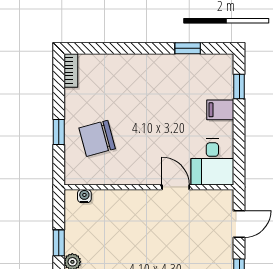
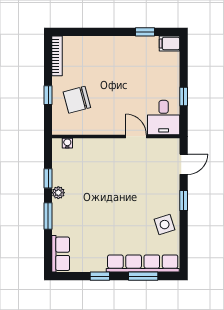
bookcase: (71, 70) -> (57, 56), width x1.56
window: (239, 86) -> (184, 96), moved
filing cabinet: (220, 110) -> (170, 43), moved

